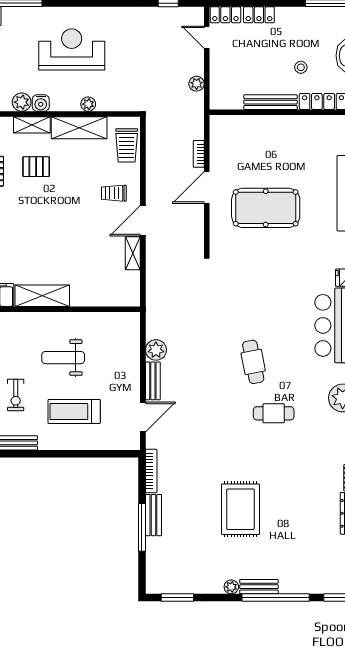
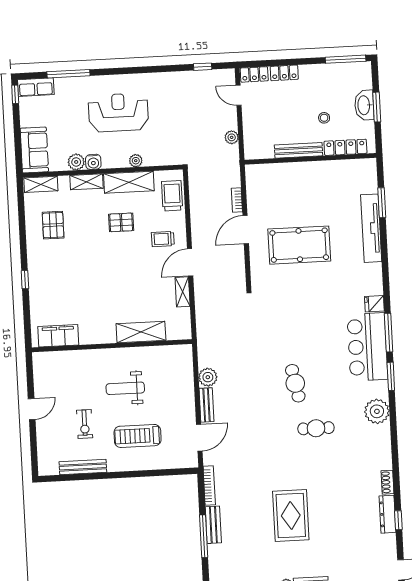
trolley: (127, 145) -> (172, 196), turned 180
pallet: (36, 167) -> (121, 222), moved
shelving: (42, 296) -> (141, 332), moved

